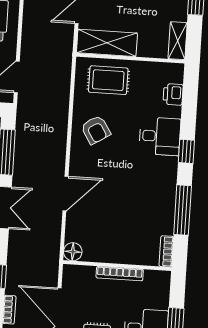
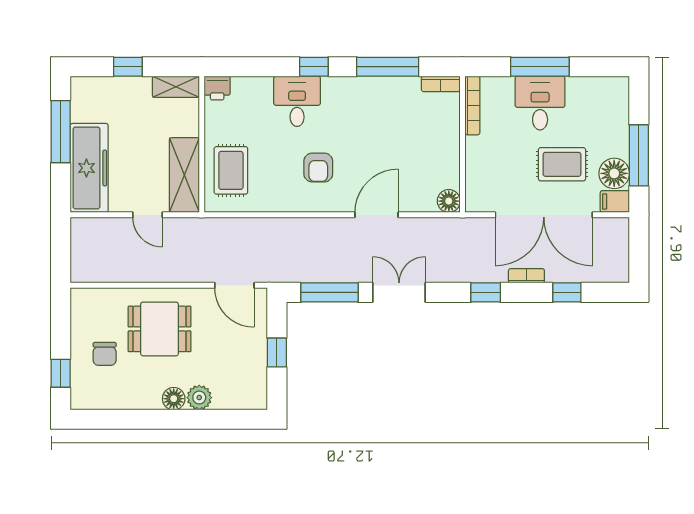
printer: (173, 94) -> (217, 88), moved
armchair: (96, 130) -> (318, 168), moved, turned 122
door: (65, 194) -> (376, 215), hinge flipped
bookcase: (120, 274) -> (472, 105), moved

